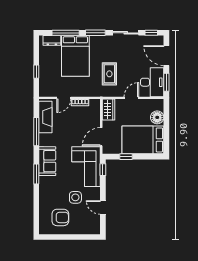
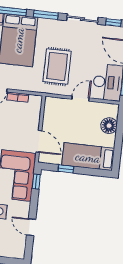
rug: (109, 74) -> (57, 66), width x1.36, depth x1.43
wardrobe: (109, 110) -> (51, 110), removed
door: (101, 137) -> (39, 141), swing flipped
bed: (143, 140) -> (88, 157), width x0.67

